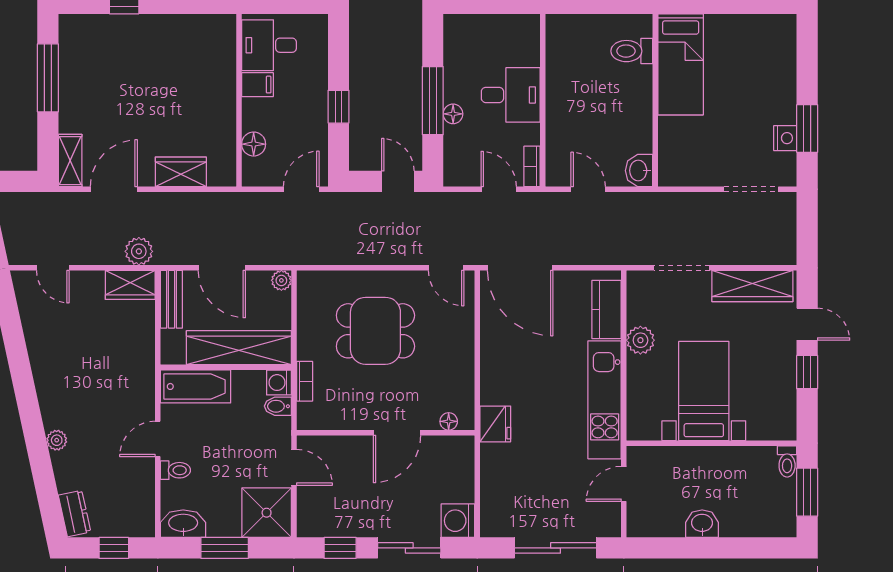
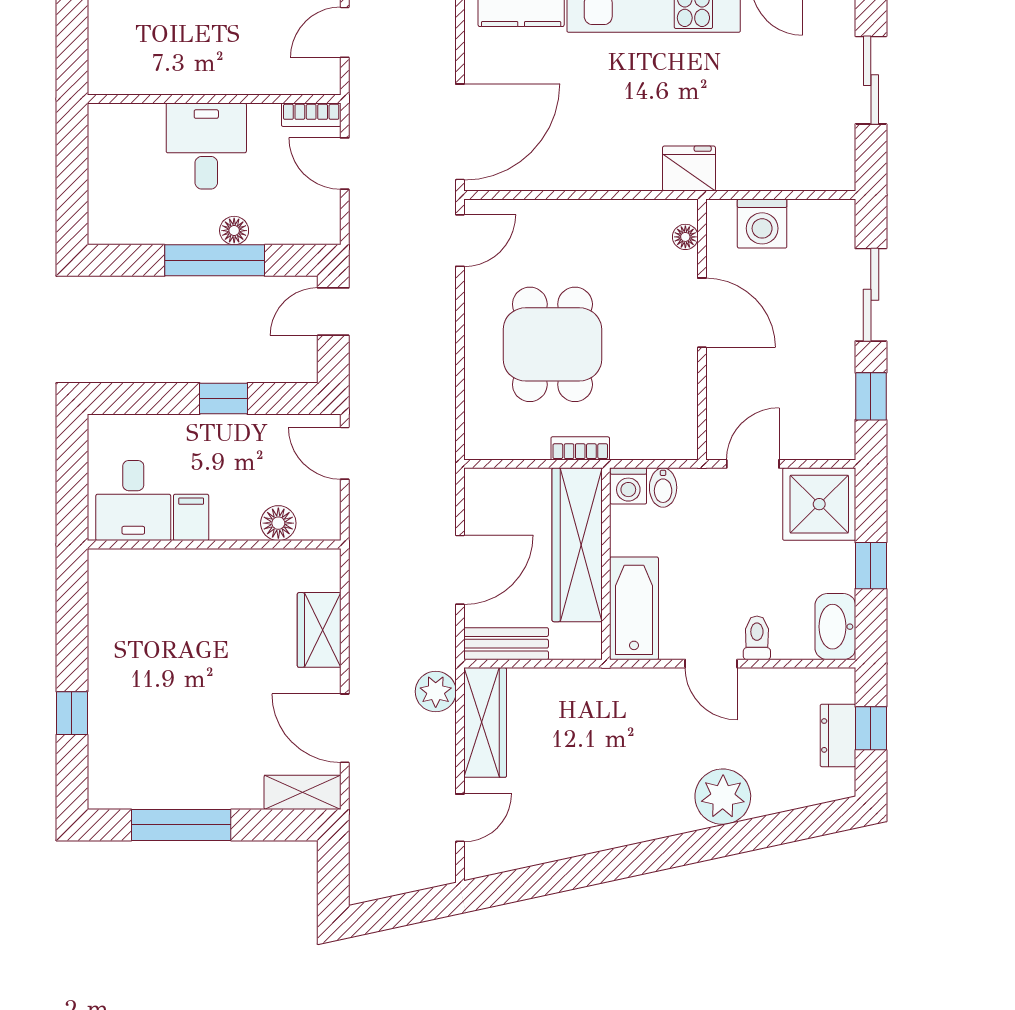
door: (499, 189) -> (345, 164), hinge flipped
plant: (281, 280) -> (478, 482), removed
wardrobe: (130, 285) -> (485, 722), width x1.50
bookcase: (305, 381) -> (580, 448), moved
plant: (57, 440) -> (723, 797), width x1.88, depth x1.88
dresser: (75, 514) -> (838, 735), moved, turned -78
washing machine: (458, 521) -> (762, 223), moved
window: (225, 548) -> (871, 566), width x0.67
sliding door: (556, 548) -> (871, 80), width x0.73

